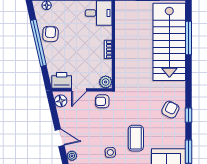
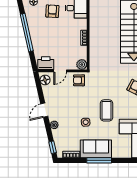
armchair: (50, 34) -> (52, 11), moved
door: (60, 138) -> (44, 110), swing flipped

